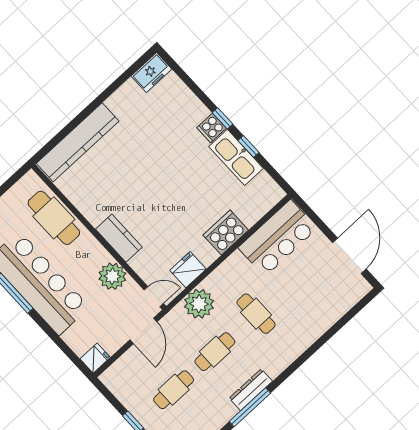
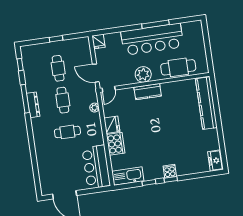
kitchen sink: (236, 157) -> (128, 176), moved
fridge: (188, 270) -> (112, 125), moved
plant: (112, 276) -> (143, 74), moved
plant: (199, 304) -> (95, 108), width x0.53, depth x0.53

